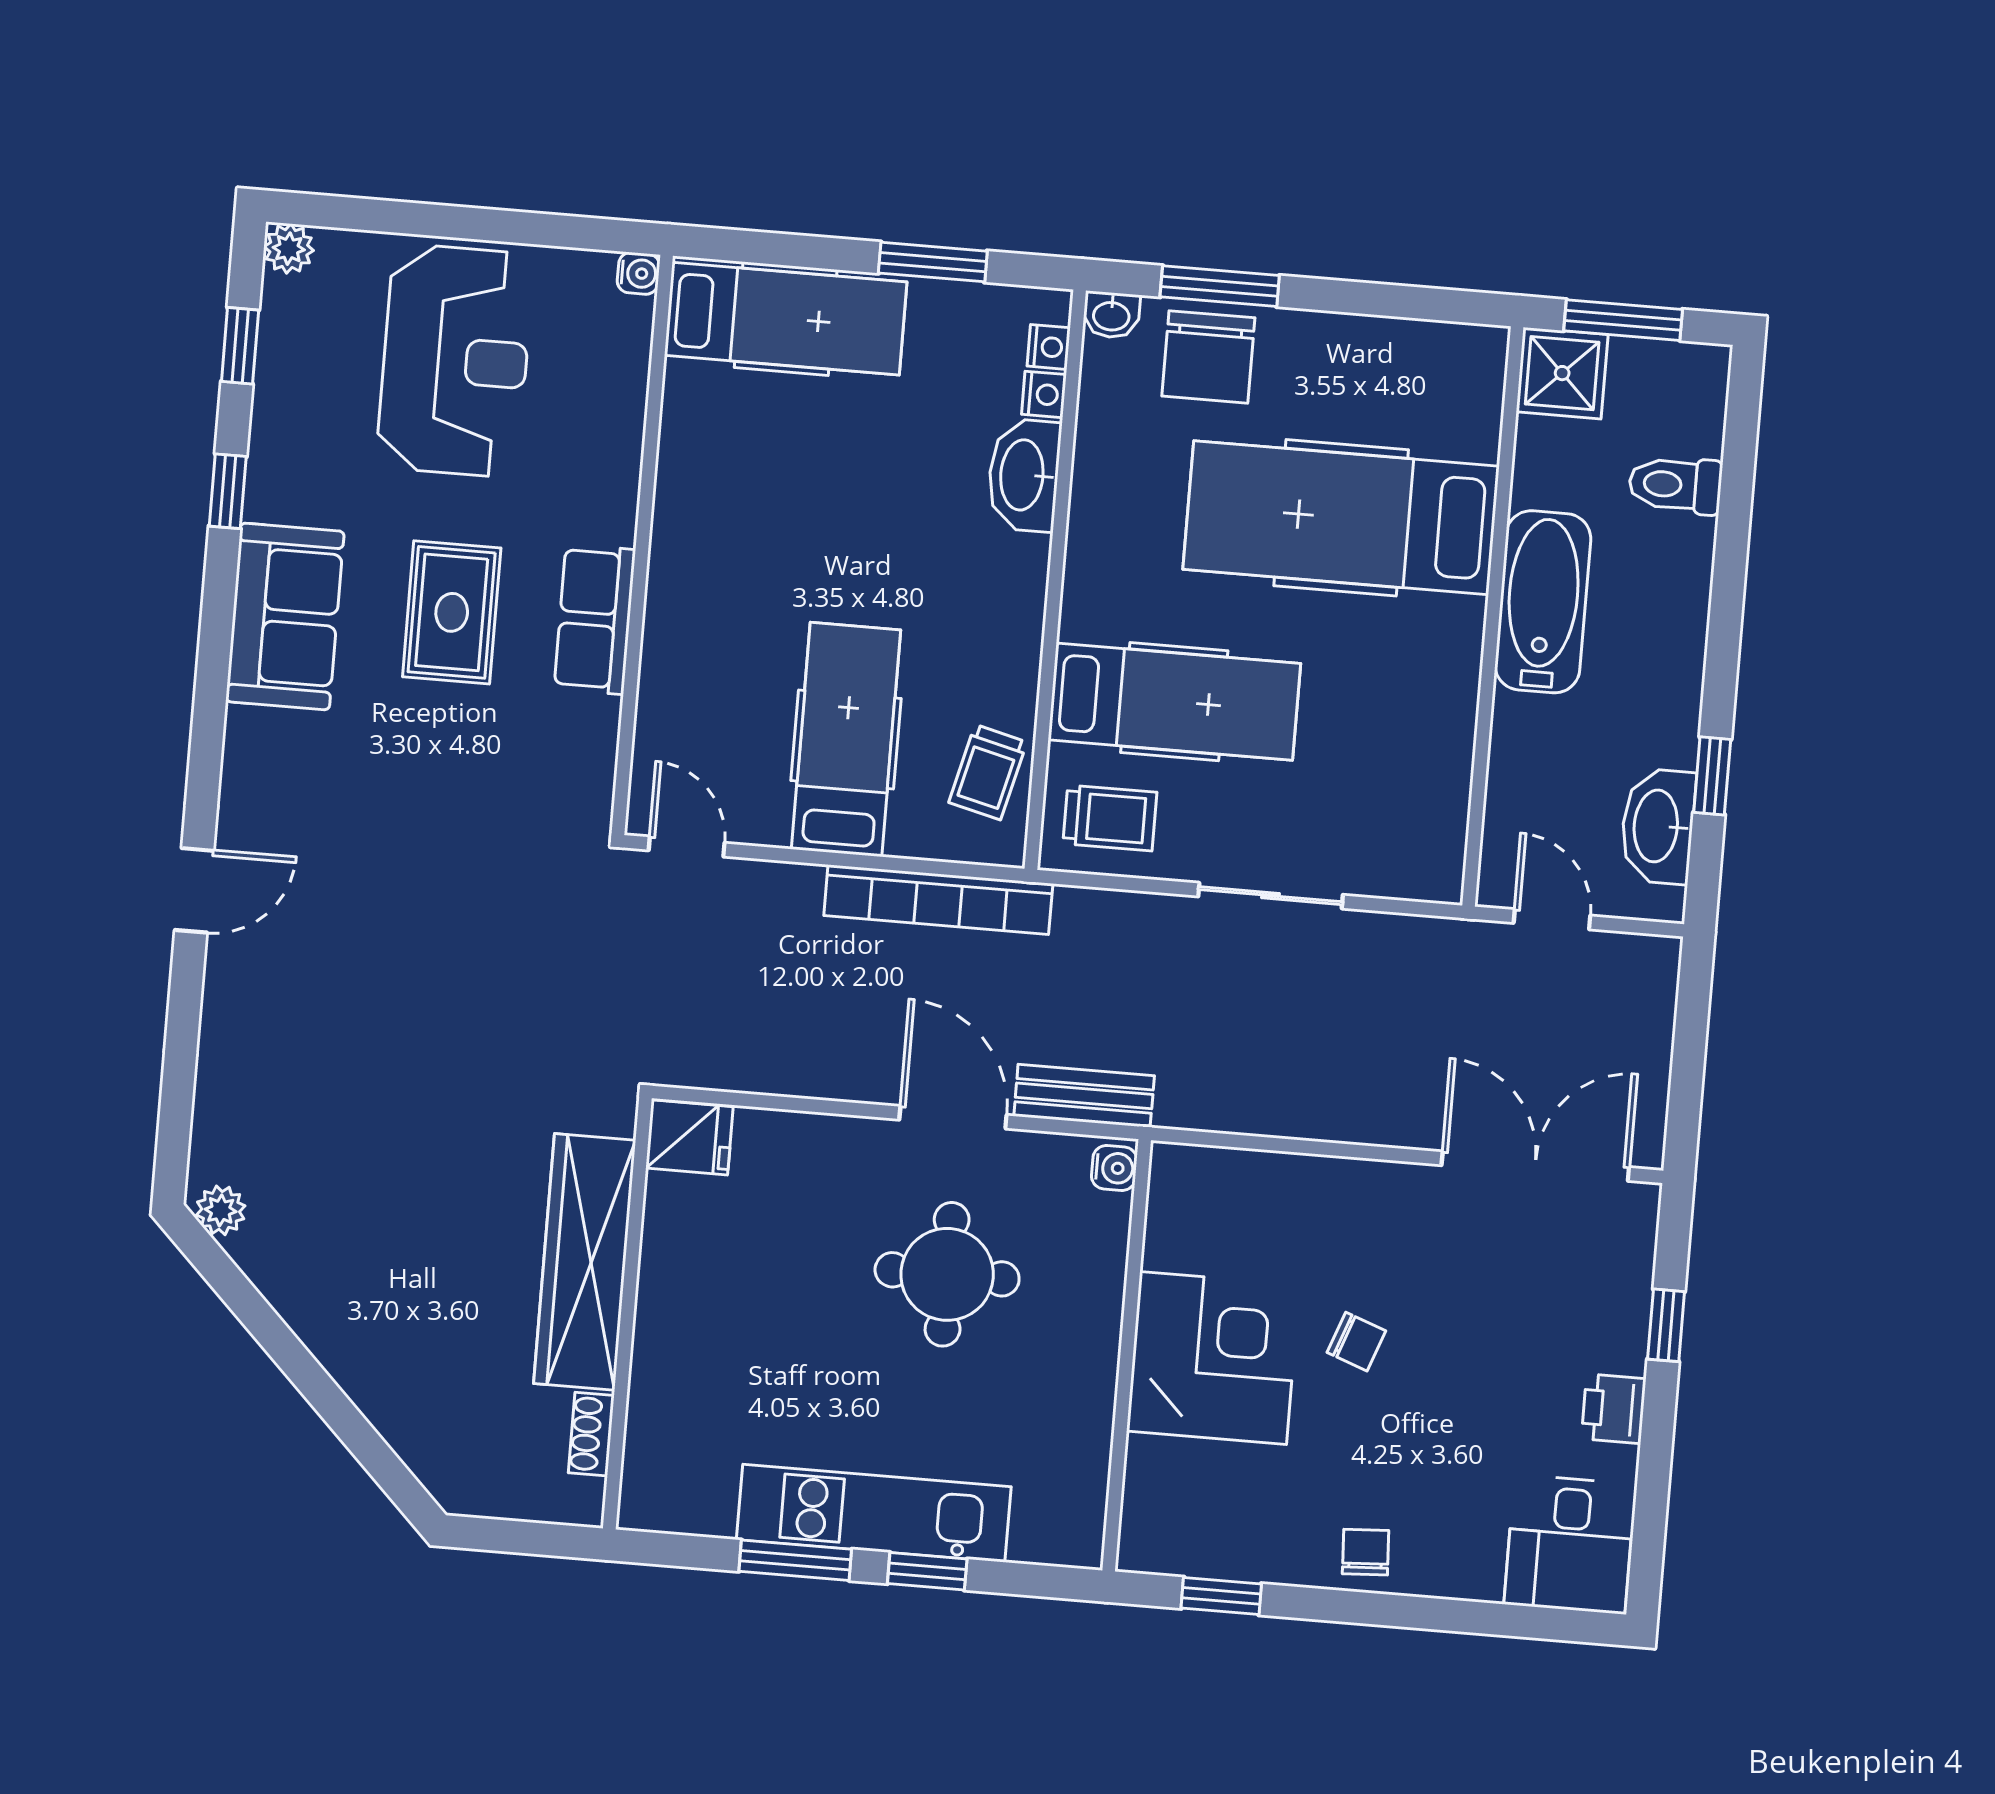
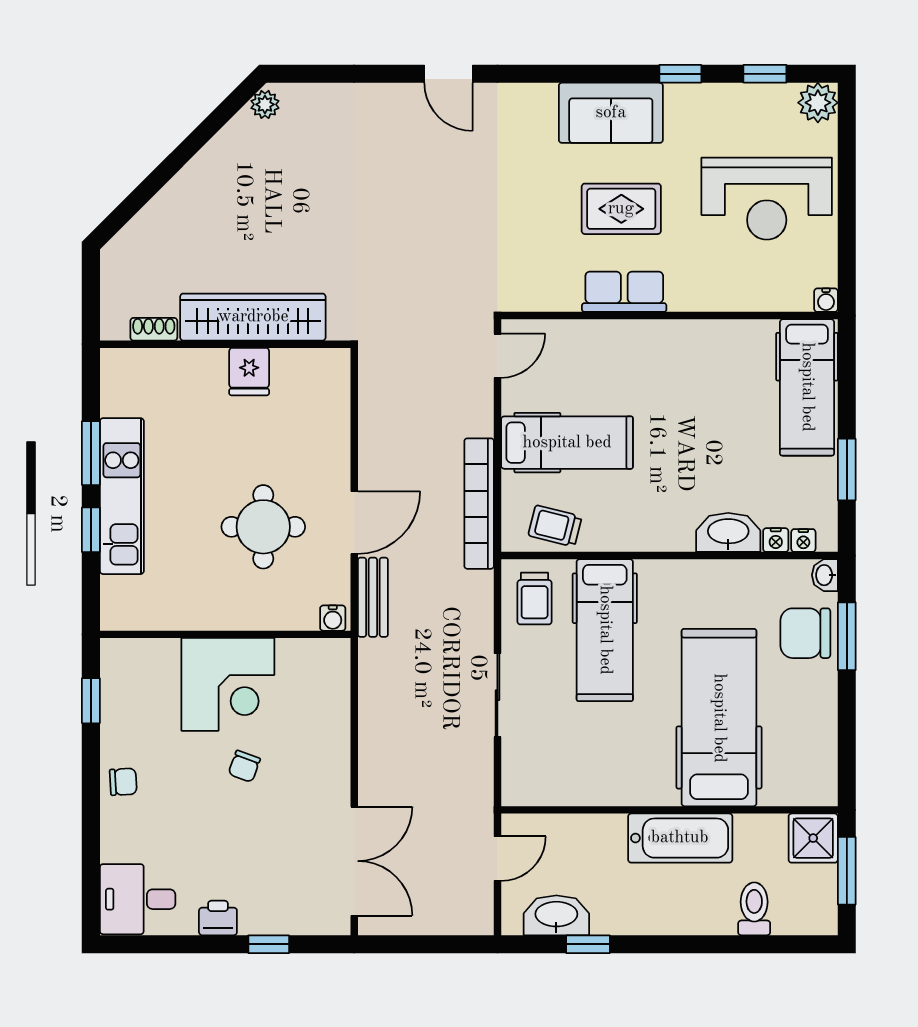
plant: (289, 249) -> (818, 103), width x1.38, depth x1.38
fridge: (690, 1137) -> (249, 372), moved

